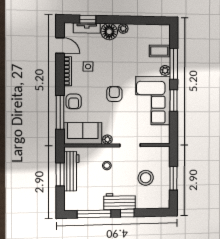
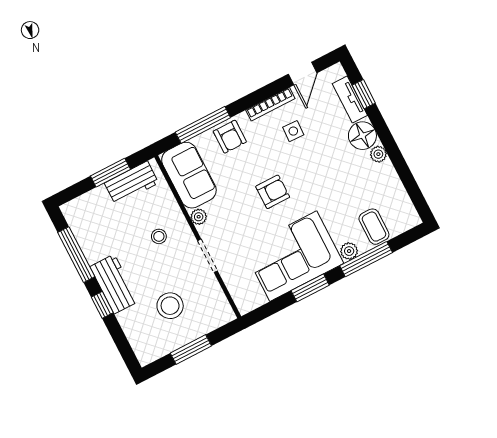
armchair: (74, 101) -> (230, 137), turned -90
workbench: (71, 171) -> (131, 183), width x0.73

